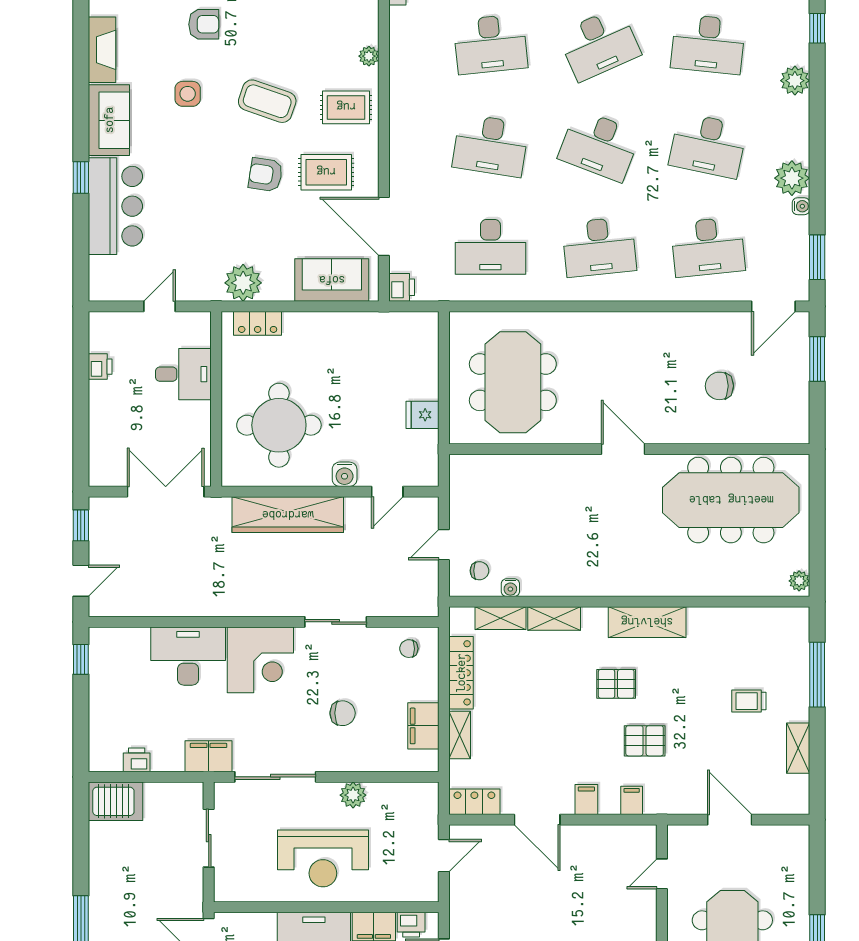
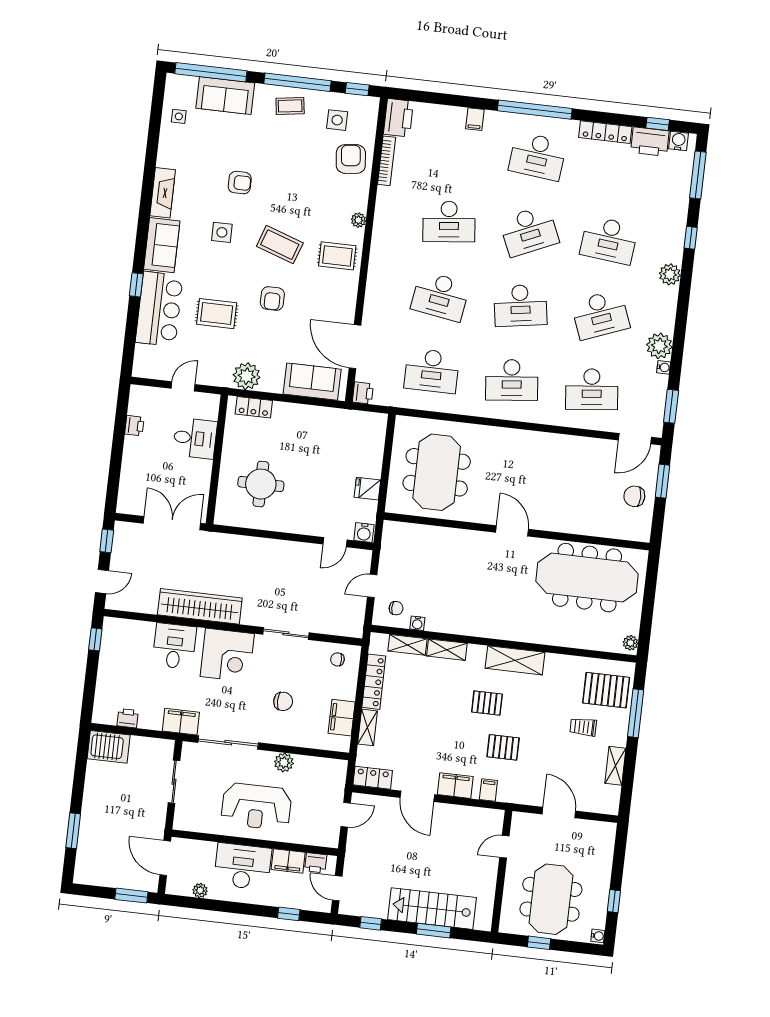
desk: (599, 145) -> (520, 305), turned -30
desk: (708, 145) -> (600, 315), turned -33
rug: (326, 172) -> (217, 314), moved
armchair: (266, 175) -> (272, 299), turned -99
chair: (719, 386) -> (634, 496), moved
round table: (279, 425) -> (261, 484), width x0.73, depth x0.73
water cooler: (345, 474) -> (364, 533), moved
wardrobe: (288, 515) -> (200, 606), moved, turned 180
pallet: (774, 648) -> (606, 690), added
desk: (188, 656) -> (174, 646), width x0.73
filing cabinet: (586, 800) -> (455, 786), width x2.00

